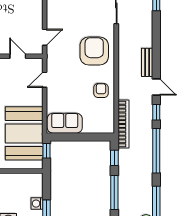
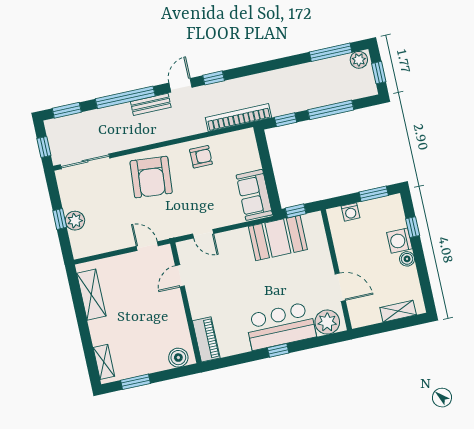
armchair: (94, 51) -> (151, 177), turned -85
armchair: (101, 91) -> (201, 157), turned 180
booth: (24, 133) -> (278, 238), width x0.73, depth x0.70
window: (156, 151) -> (125, 97), moved
washing machine: (37, 204) -> (350, 212), moved

